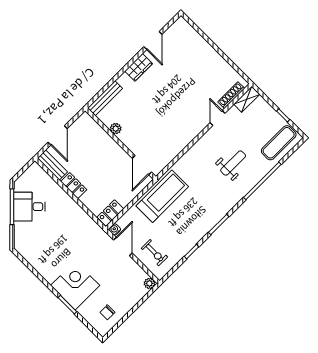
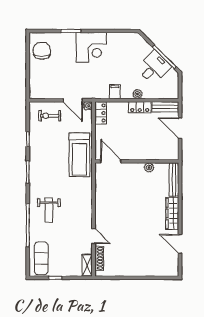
wardrobe: (139, 67) -> (172, 213), width x1.50
weight bench: (233, 163) -> (49, 210), moved
filing cabinet: (81, 219) -> (115, 92), added
plant: (149, 283) -> (138, 94), moved
corner desk: (75, 285) -> (91, 47), moved
chair: (107, 312) -> (42, 51), width x1.87, depth x1.87

